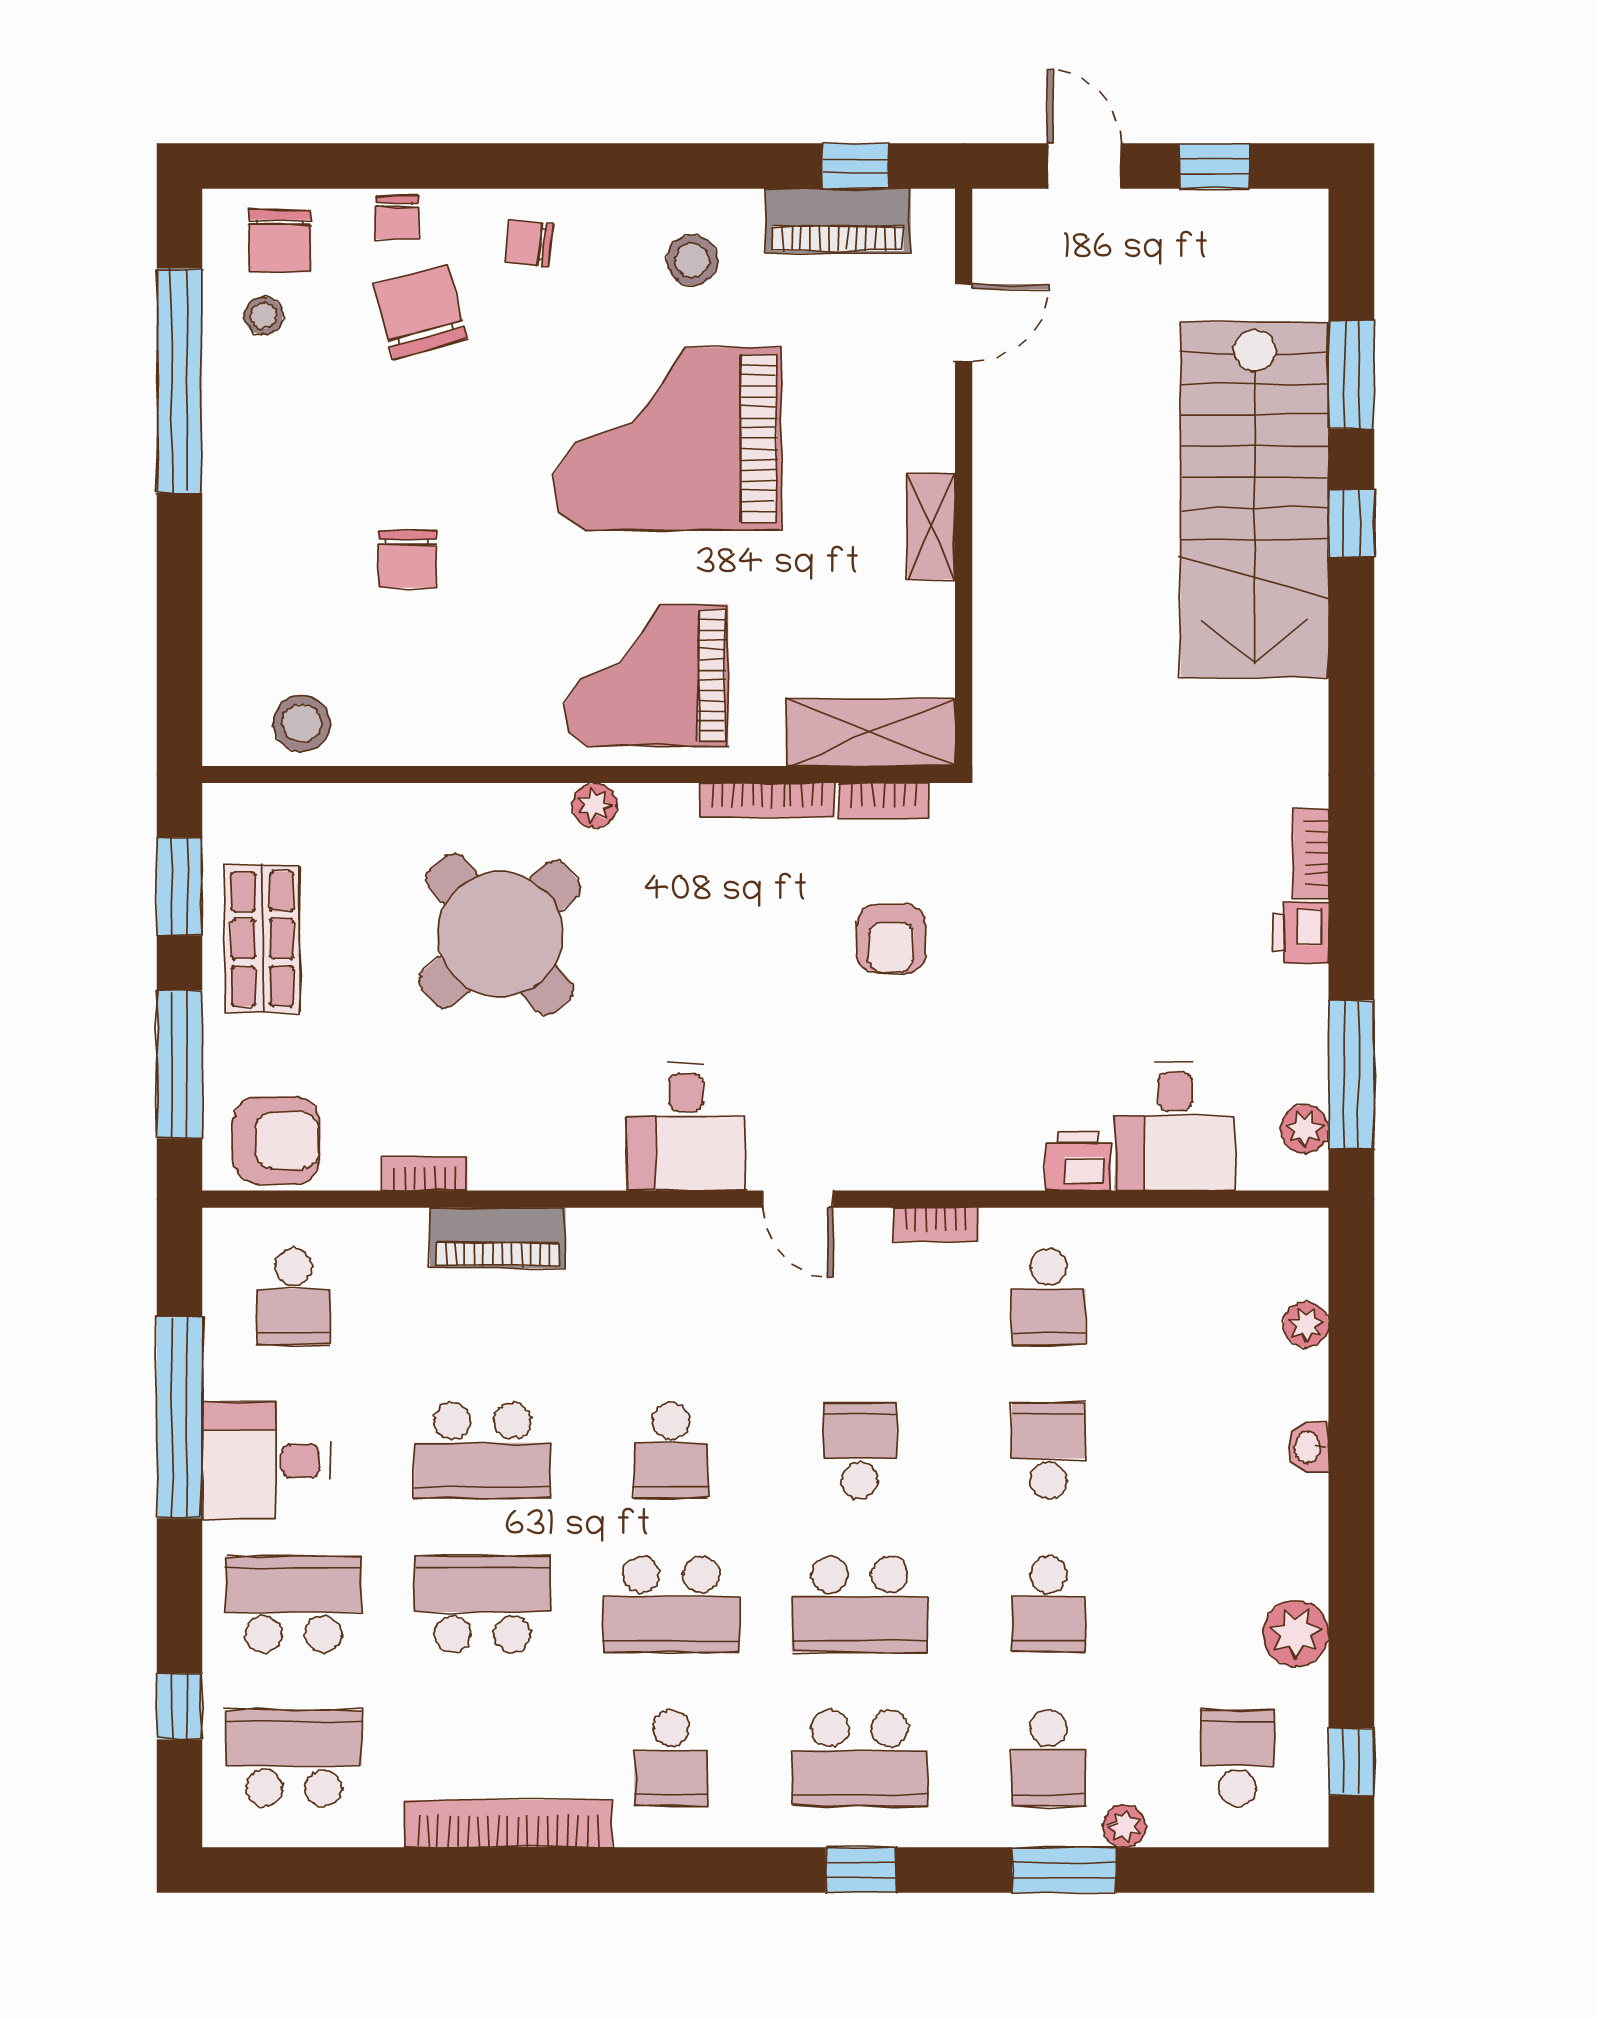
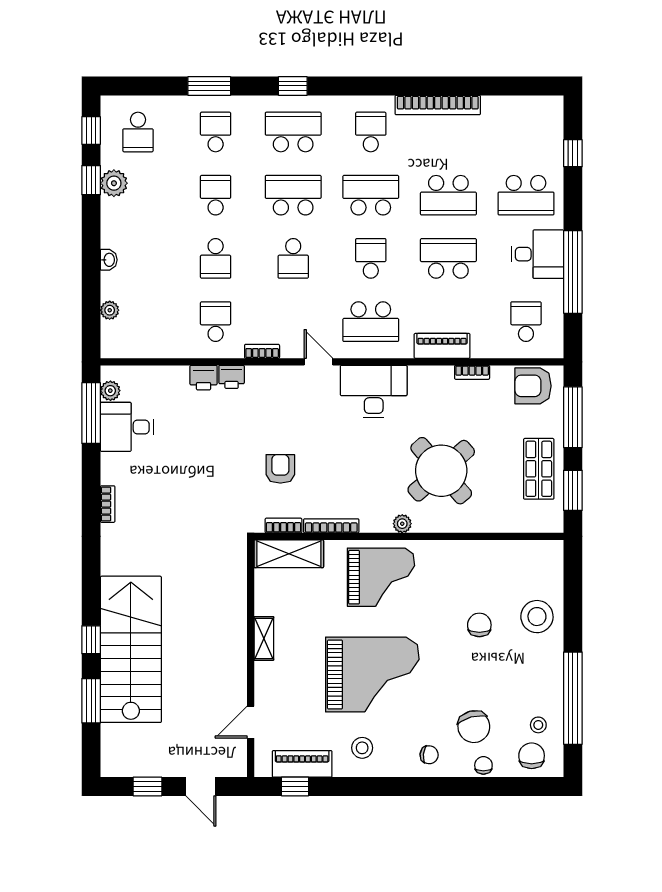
stool: (302, 723) -> (537, 617), moved, width x1.38, depth x1.38
printer: (1301, 933) -> (232, 377), moved, turned 90
desk: (1175, 1126) -> (127, 427), moved, turned -90
desk: (686, 1127) -> (374, 391), width x1.37
window: (1351, 1641) -> (91, 180), added
school desk: (294, 1758) -> (371, 322), moved
plant: (1124, 1826) -> (184, 104), removed

